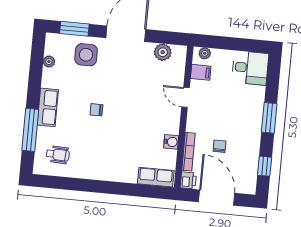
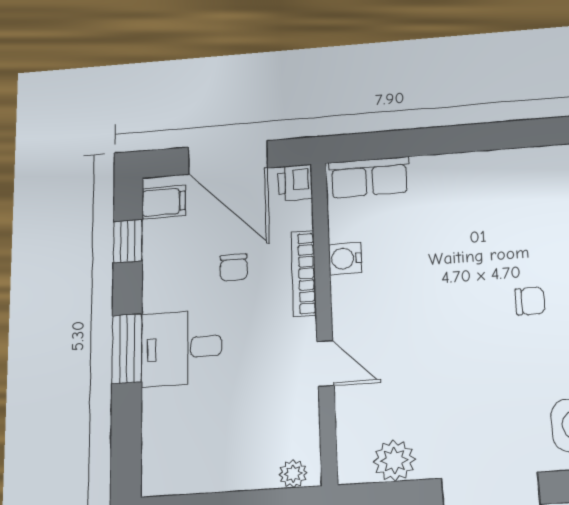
desk: (250, 68) -> (181, 348), moved
filing cabinet: (201, 72) -> (164, 202), moved, turned 180
bookcase: (188, 152) -> (304, 273), moved

